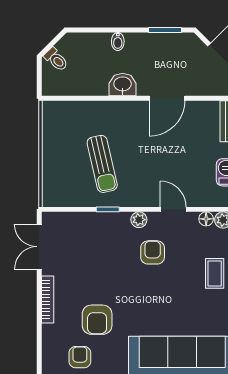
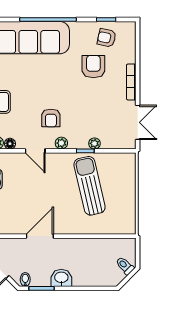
bidet: (118, 41) -> (25, 279), moved
washbasin: (123, 85) -> (61, 278), moved, turned 180
sun lounger: (102, 164) -> (90, 186), width x1.36, depth x1.34
plant: (96, 219) -> (94, 143), added
armchair: (80, 357) -> (107, 38), turned 102

